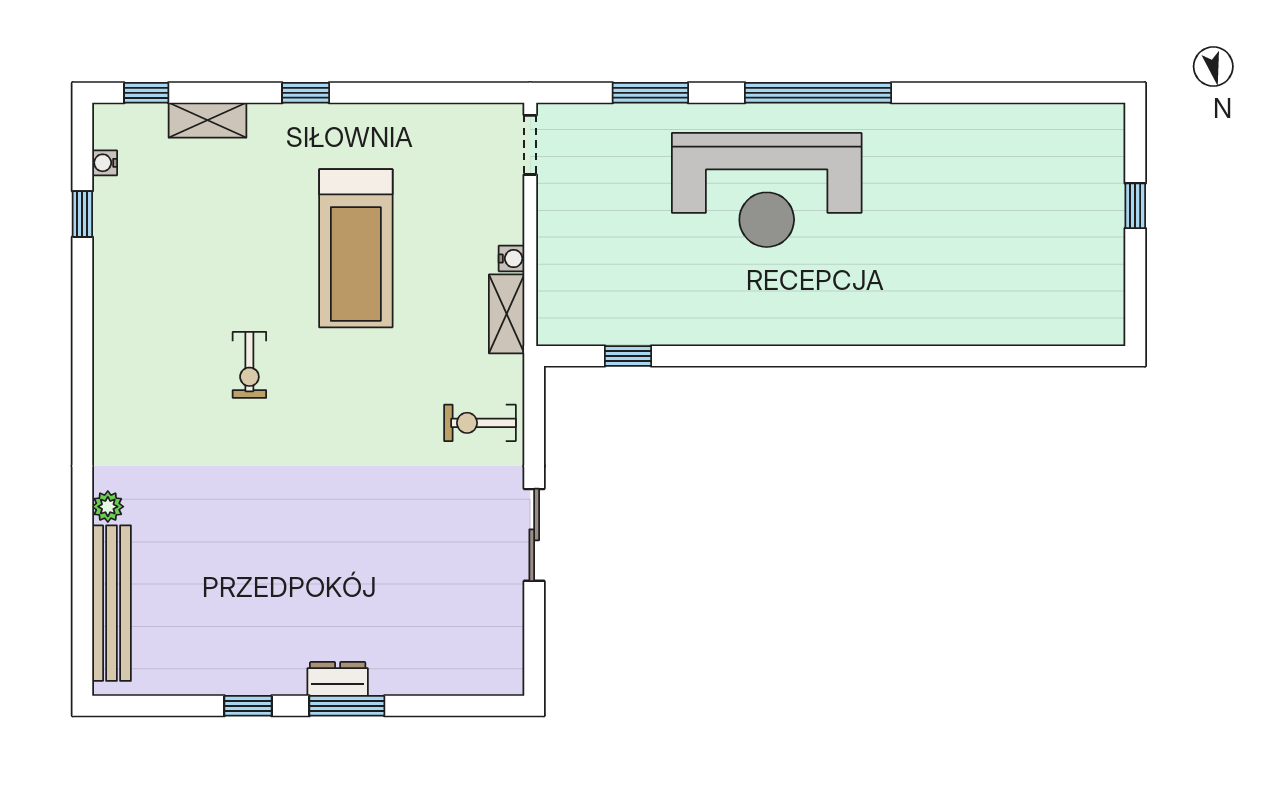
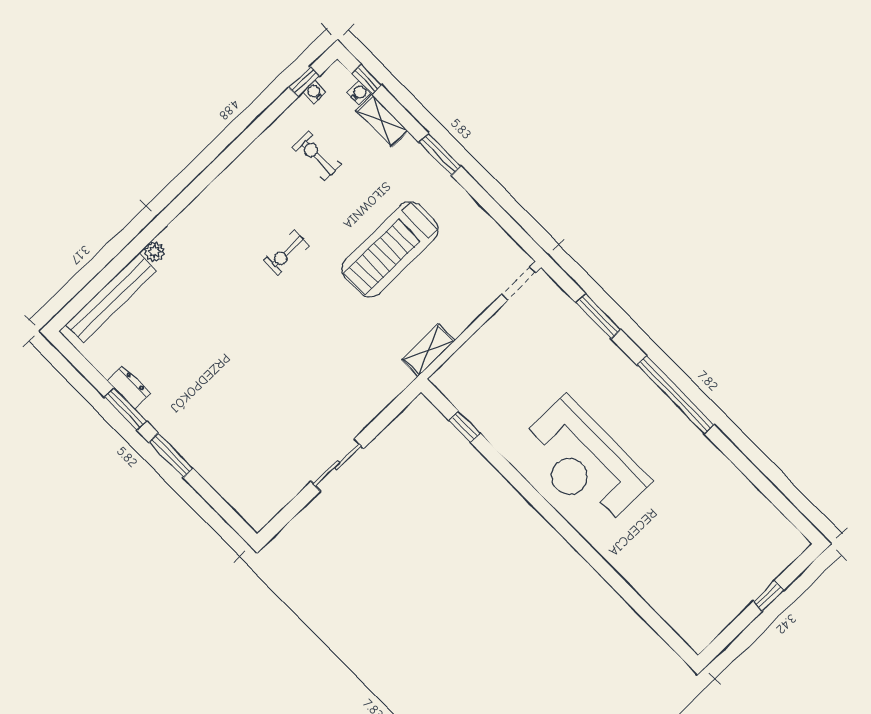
window: (306, 93) -> (440, 154), width x1.50
reception desk: (767, 190) -> (583, 463), moved
window: (82, 214) -> (304, 82), moved
water cooler: (512, 259) -> (359, 93), moved, turned -90
exercise bike: (480, 423) -> (317, 156), moved
dresser: (338, 679) -> (129, 387), moved
window: (248, 706) -> (125, 409), width x1.50

